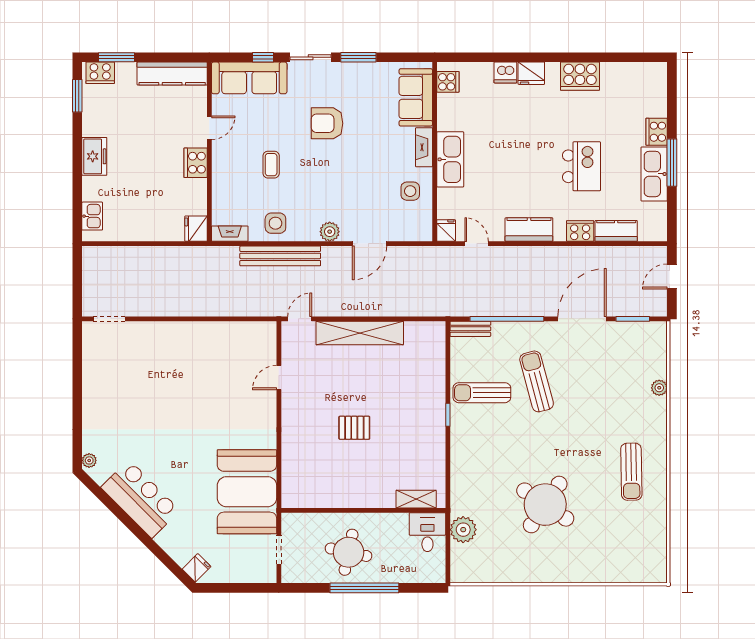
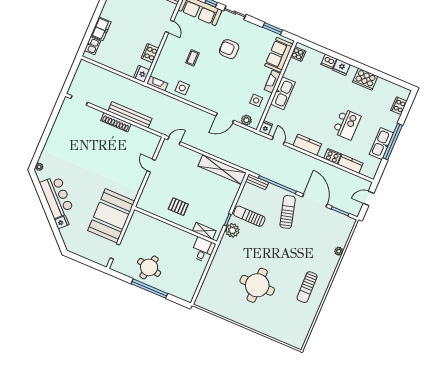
window: (358, 57) -> (272, 29), moved
door: (209, 128) -> (169, 26), hinge flipped
cooker: (657, 132) -> (399, 106), moved
freezer: (94, 156) -> (101, 29), moved
cooker: (196, 163) -> (150, 53), moved
window: (672, 163) -> (393, 142), width x1.46
plant: (330, 232) -> (246, 120), moved
bench: (280, 256) -> (130, 115), moved
door: (582, 319) -> (315, 200), hinge flipped
shoe rack: (187, 329) -> (116, 122), added
shelving: (360, 333) -> (222, 169), moved
door: (279, 378) -> (151, 166), hinge flipped
sun lounger: (537, 381) -> (288, 212), moved
shelving: (416, 499) -> (204, 231), moved
round table: (545, 505) -> (257, 285), turned -34
wall: (363, 510) -> (176, 225), moved
plant: (463, 530) -> (232, 230), moved
desk: (427, 532) -> (203, 250), moved
fridge: (197, 568) -> (62, 222), moved

